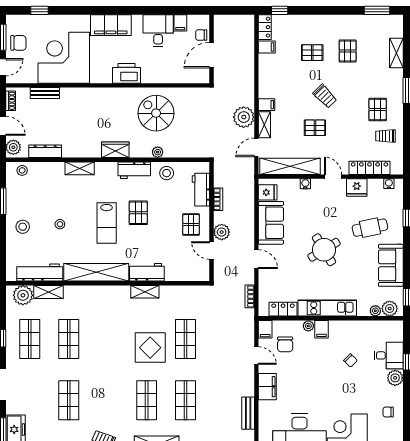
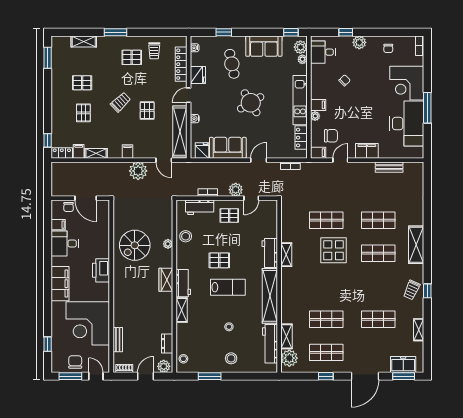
shelving: (264, 125) -> (96, 153), moved
dresser: (45, 151) -> (167, 344), width x0.70
workbench: (134, 170) -> (183, 283), moved
desk: (389, 355) -> (323, 52), moved, turned -90

